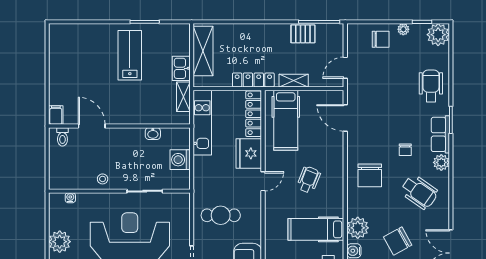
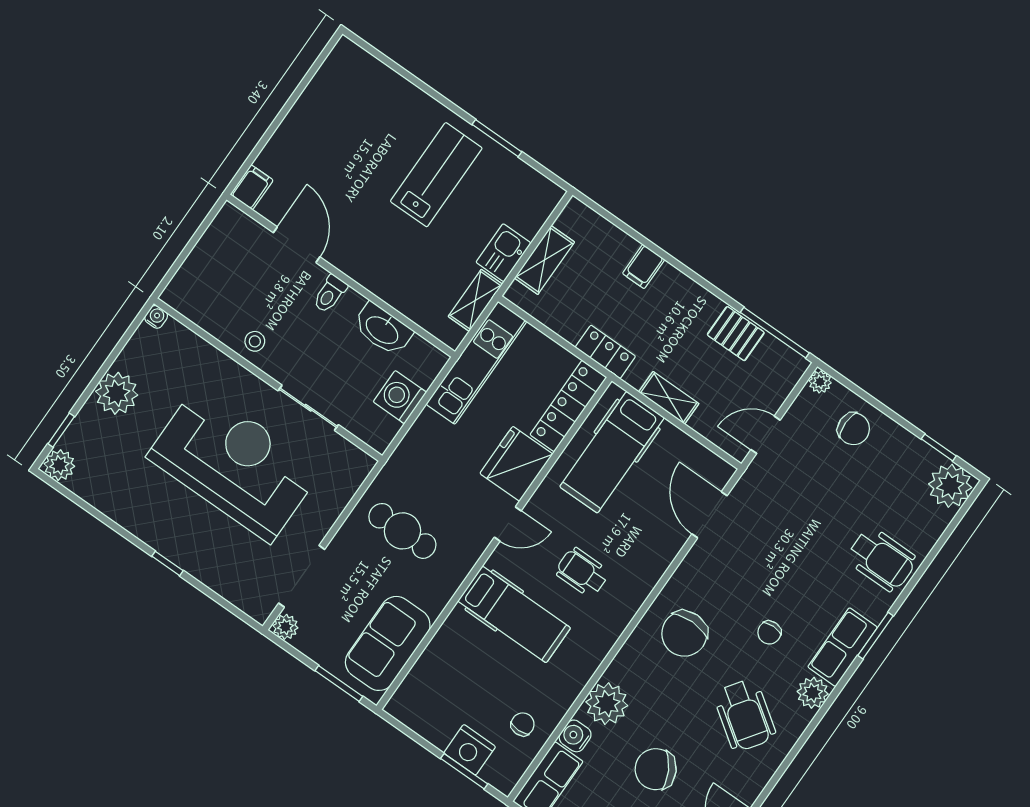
plant: (403, 29) -> (820, 382), moved
filing cabinet: (244, 33) -> (644, 267), added
shelving: (203, 51) -> (544, 260), width x0.67, depth x0.75
locker: (253, 80) -> (605, 352), width x0.66
wheelchair: (431, 86) -> (882, 559), turned 90
washbasin: (153, 134) -> (383, 329), width x1.91, depth x1.45
toilet: (62, 137) -> (330, 294), moved
wheelchair: (309, 180) -> (582, 572), turned -112
water cooler: (70, 198) -> (156, 317), moved
hospital bed: (316, 229) -> (514, 614), moved, turned 180

